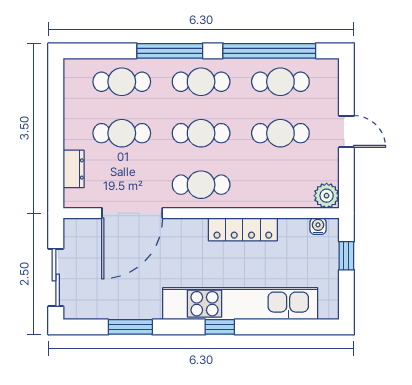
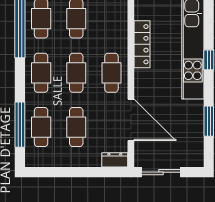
window: (170, 51) -> (20, 125), moved
dresser: (74, 169) -> (115, 160), moved
sliding door: (56, 277) -> (161, 172), moved

